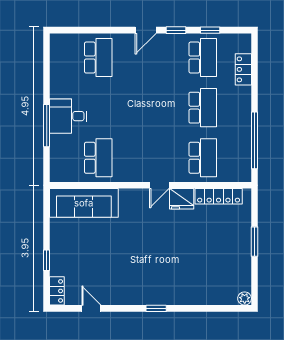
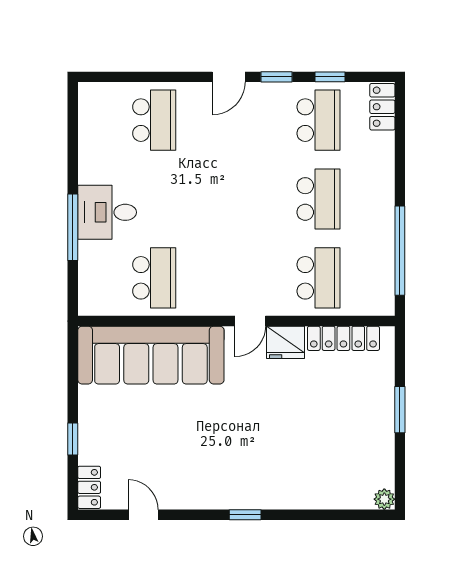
locker: (243, 69) -> (382, 107), moved
sofa: (84, 203) -> (151, 355), width x1.36, depth x1.27

